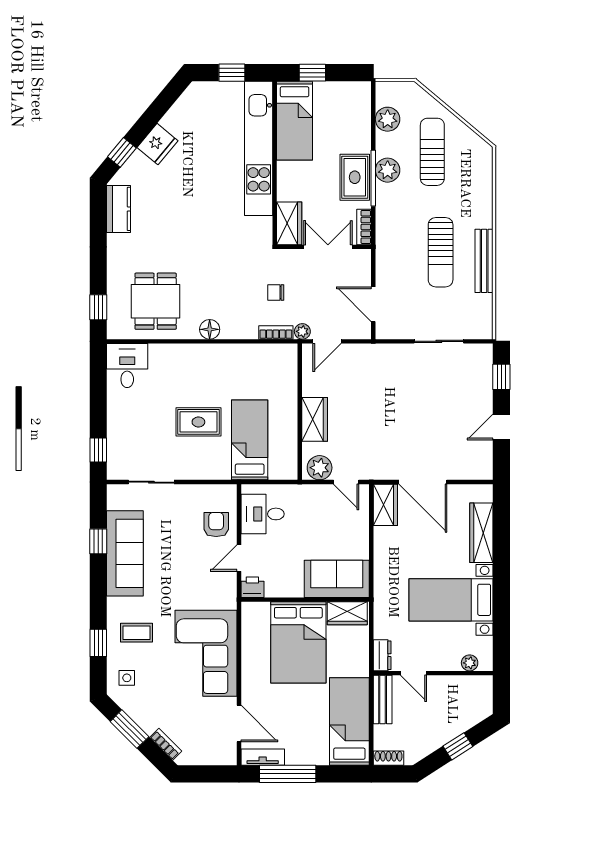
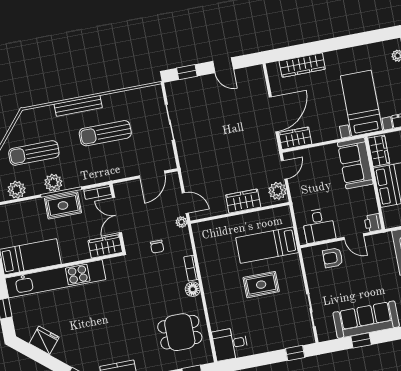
fridge: (157, 144) -> (44, 340), moved
sun lounger: (441, 252) -> (105, 133), turned 180
bench: (484, 261) -> (78, 106), moved
bookcase: (276, 332) -> (191, 268), moved
rug: (198, 422) -> (261, 285), turned 90
bed with nightstands: (451, 600) -> (361, 103), moved, turned 180

